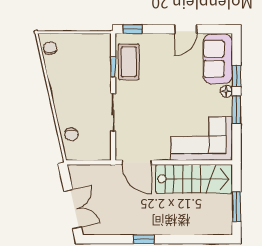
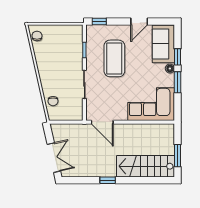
coffee table: (129, 62) -> (114, 58), moved, width x1.36, depth x1.32
stairs: (194, 179) -> (146, 166), moved, turned 180

